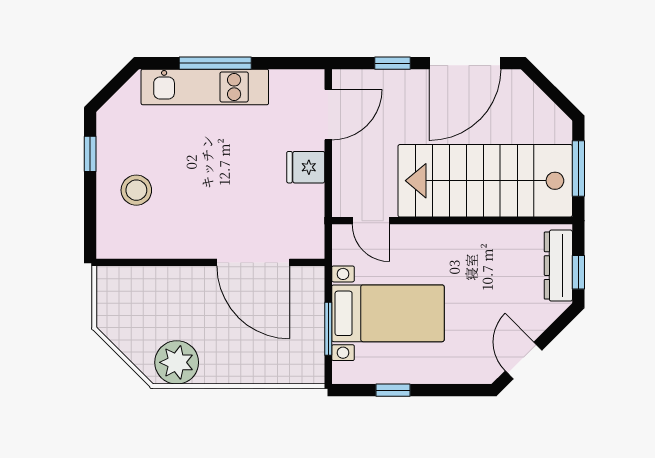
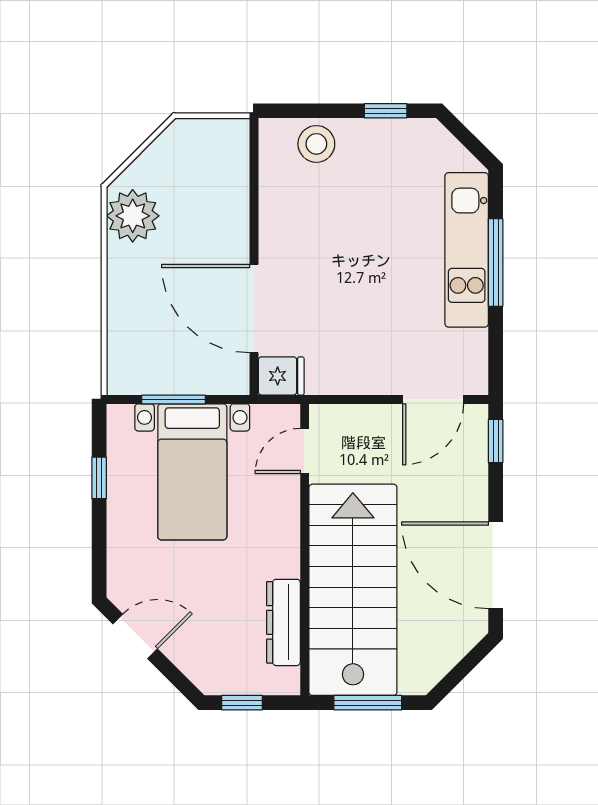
window: (393, 63) -> (496, 441), moved
door: (328, 115) -> (433, 399), hinge flipped
fridge: (306, 167) -> (281, 376), moved, turned 90
stool: (136, 190) -> (316, 144), moved
door: (253, 262) -> (254, 309), hinge flipped
dresser: (558, 266) -> (283, 622), moved, turned -90

